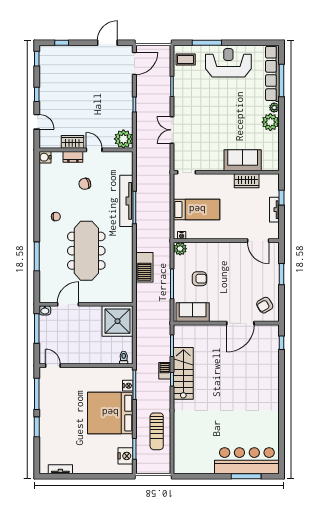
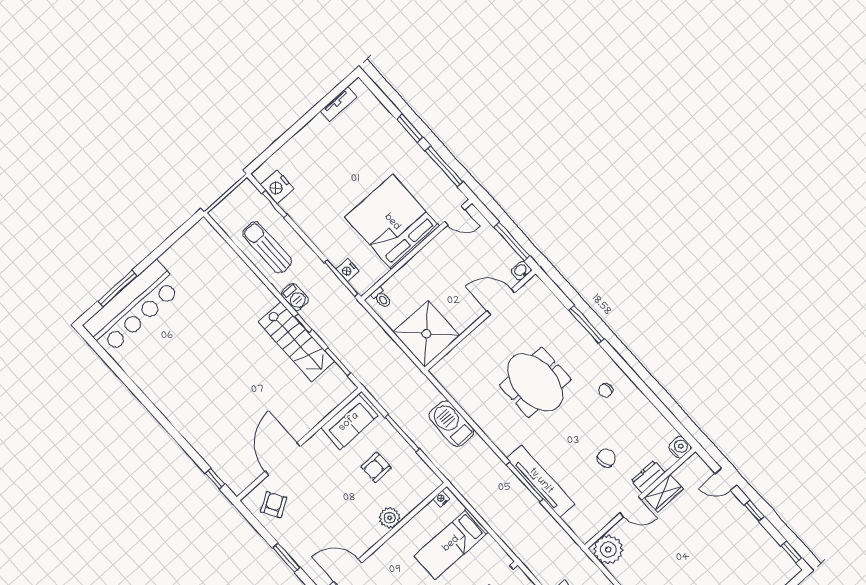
plant: (180, 249) -> (390, 518), moved
meeting table: (86, 251) -> (535, 382), width x0.73
door: (68, 304) -> (501, 302), swing flipped
barbecue: (165, 371) -> (295, 297), moved
bed: (110, 413) -> (392, 222), moved, turned -90

